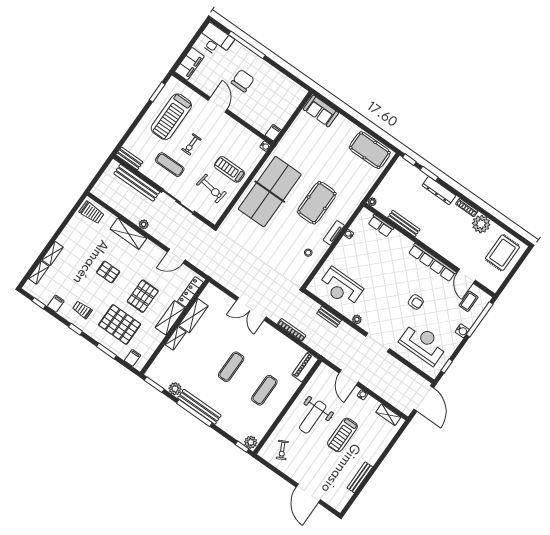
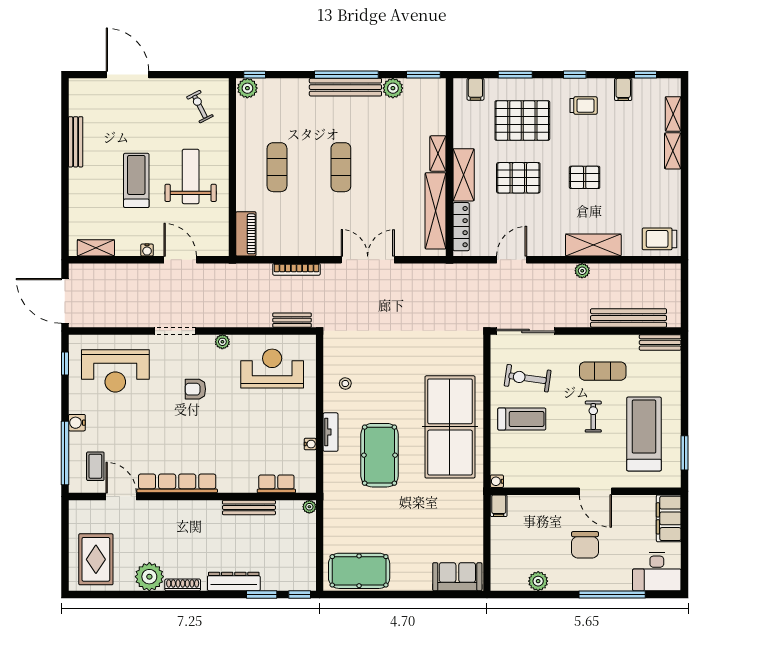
plant: (280, 79) -> (538, 581), added
sliding door: (178, 202) -> (525, 331), moved
pallet: (143, 296) -> (518, 178), turned 90
armchair: (416, 302) -> (195, 389), moved
shelving: (193, 316) -> (436, 211), width x1.47
bench: (329, 317) -> (292, 320), moved

